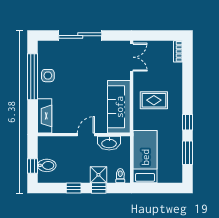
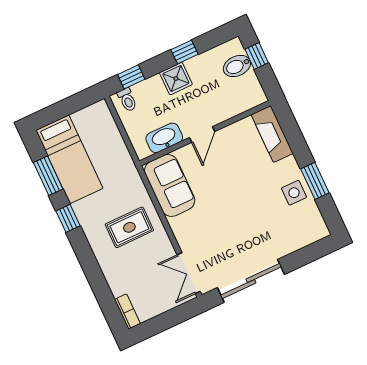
sliding door: (80, 36) -> (251, 281), moved
window: (32, 77) -> (315, 181), width x0.47
sofa: (119, 107) -> (170, 185), width x0.73
bed: (145, 157) -> (69, 159), moved
shower: (98, 175) -> (176, 79), moved
window: (99, 188) -> (131, 77), moved

